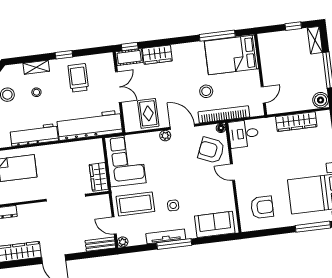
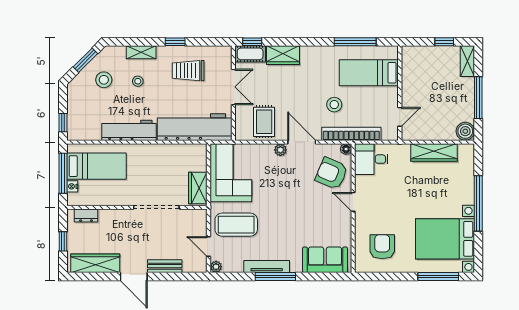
bed: (231, 55) -> (369, 73), width x0.67
trolley: (78, 78) -> (188, 71), turned -90
side table: (173, 205) -> (280, 232), removed
armchair: (262, 207) -> (382, 247), turned -90
bench: (100, 244) -> (165, 266), moved

